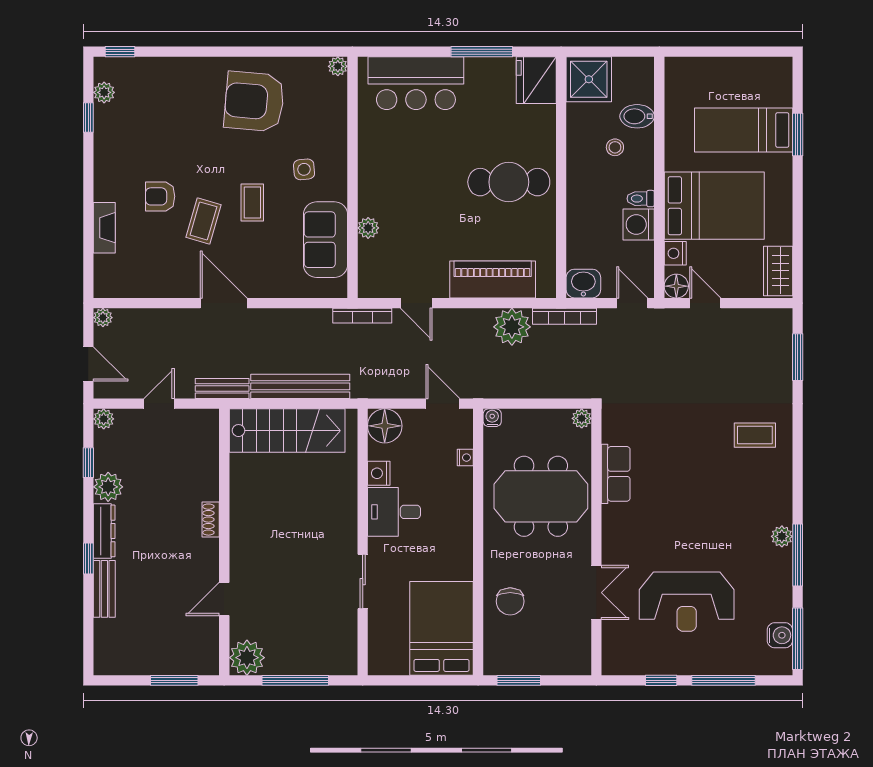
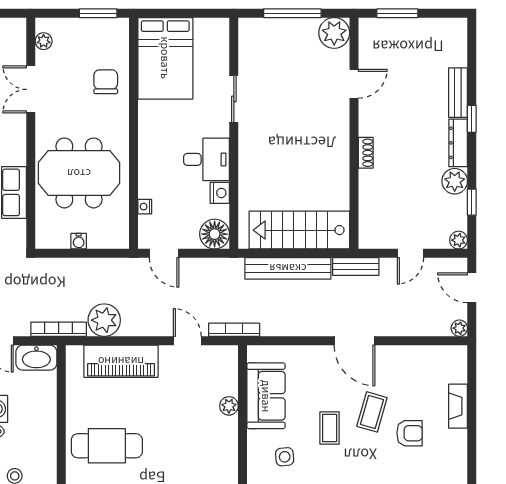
washbasin: (583, 284) -> (36, 358), width x1.38
water cooler: (492, 418) -> (79, 241), moved
plant: (582, 418) -> (44, 41), moved

